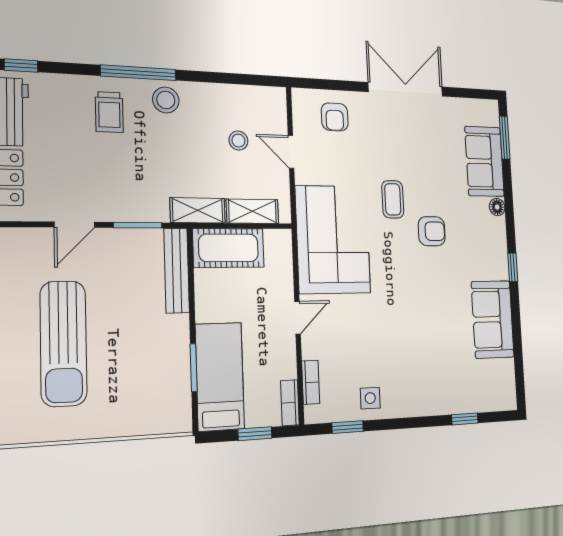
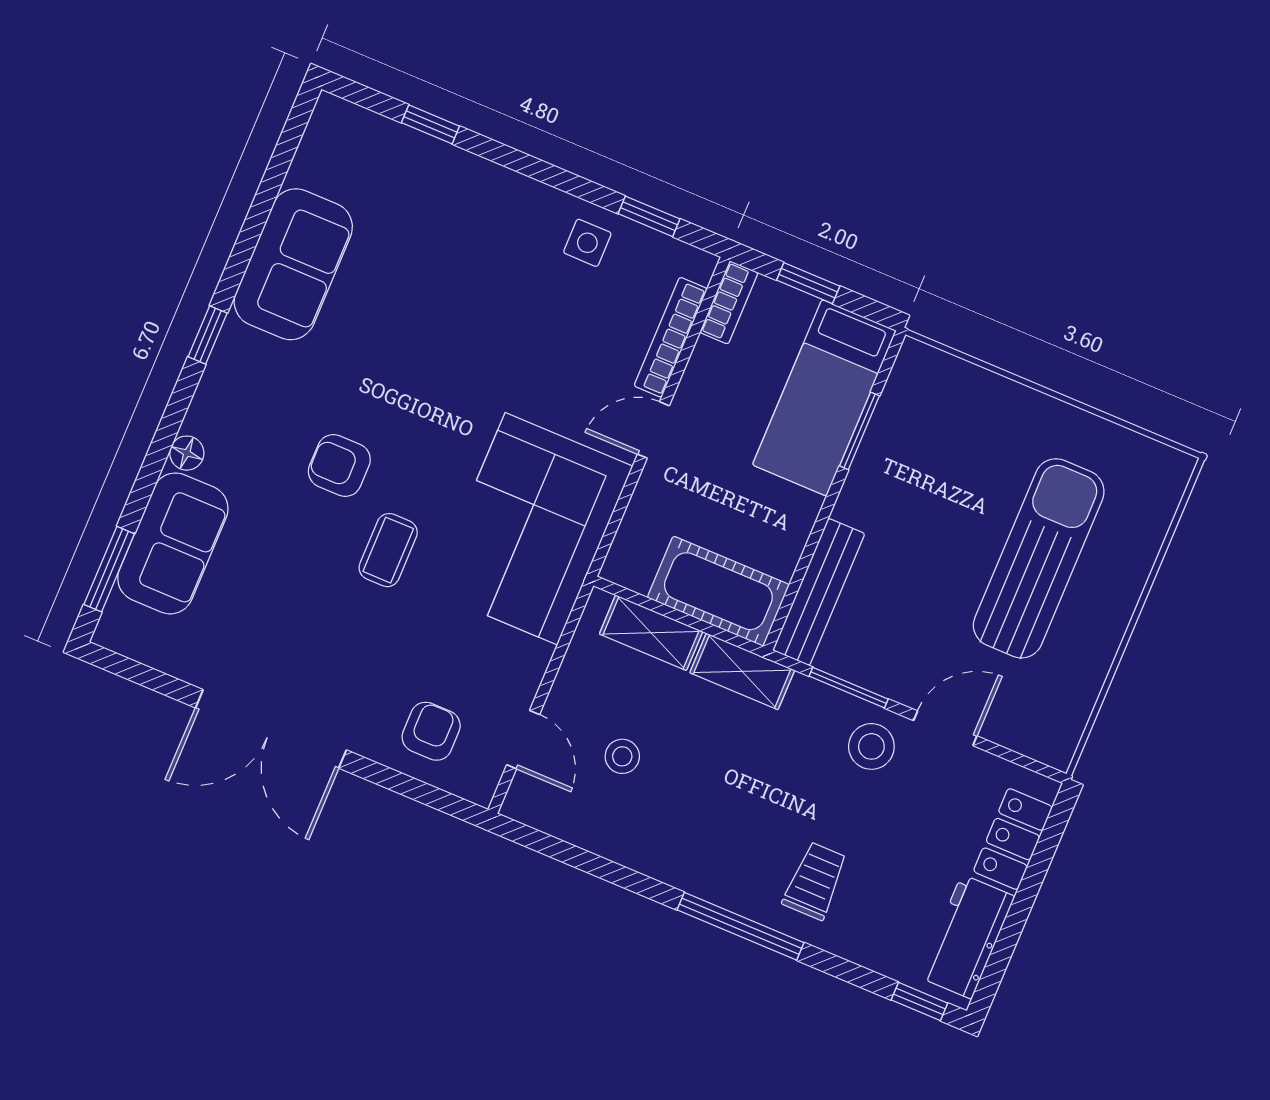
stool: (166, 100) -> (871, 746), moved
door: (291, 152) -> (523, 740), moved
bookcase: (311, 382) -> (671, 337), width x1.56

